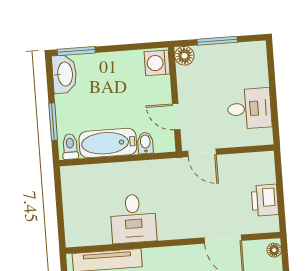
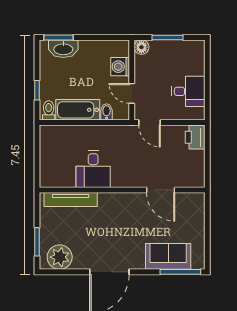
washing machine: (157, 63) -> (120, 67), moved
washbasin: (64, 74) -> (63, 49), moved, turned 90
window: (53, 122) -> (37, 90), width x0.67
printer: (265, 200) -> (195, 137), moved
floor lamp: (274, 250) -> (199, 201), removed

